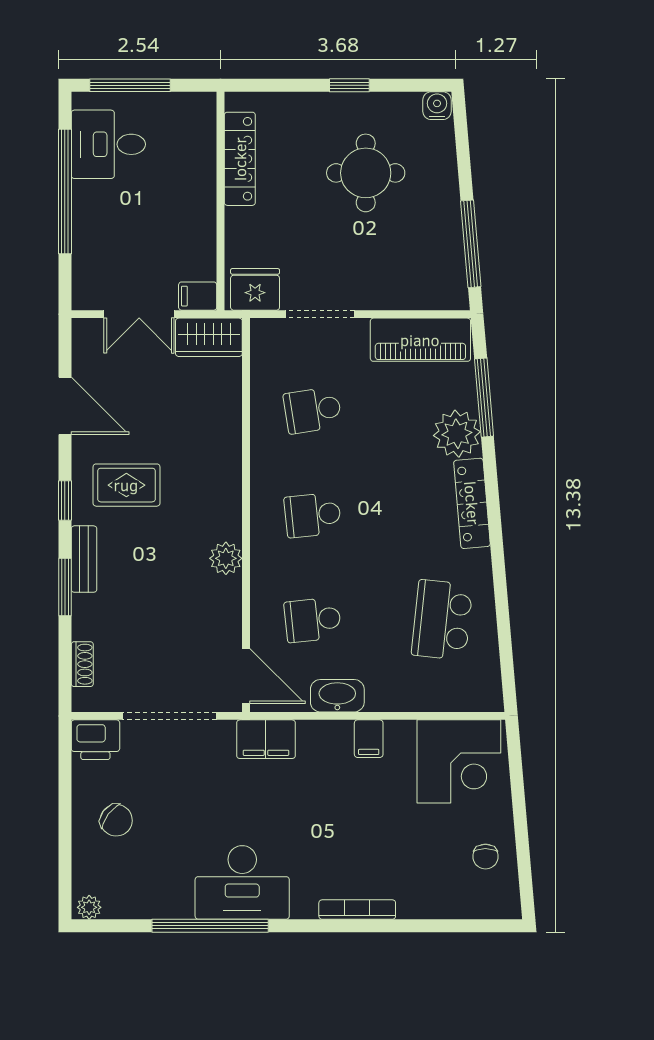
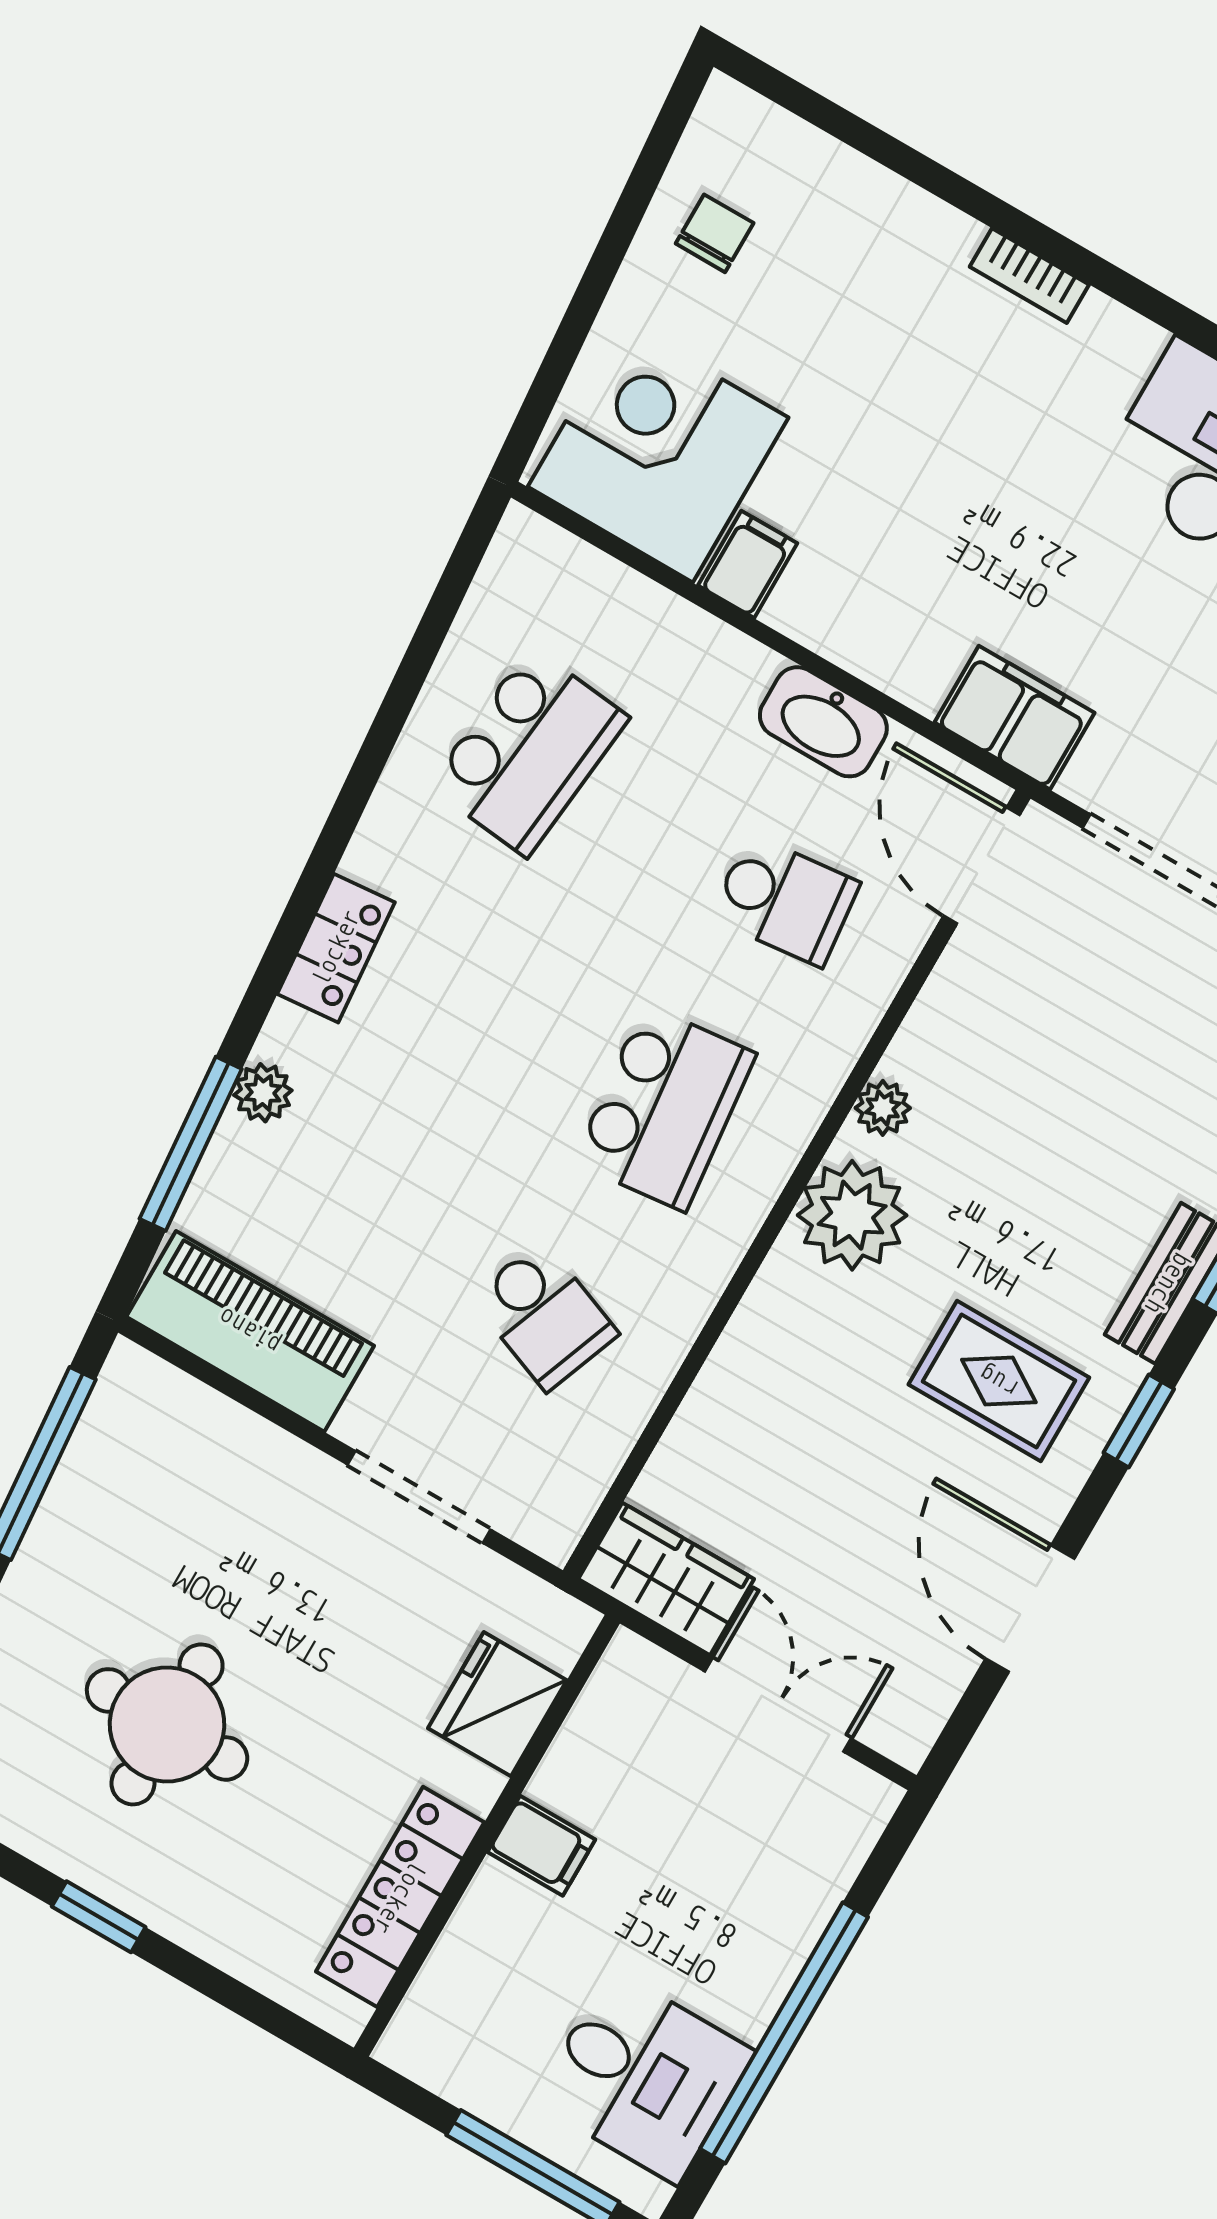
fridge: (255, 289) -> (497, 1704), moved, turned 90
filing cabinet: (198, 296) -> (541, 1846), moved
school desk: (313, 410) -> (544, 1316), turned 30
plant: (457, 434) -> (263, 1093), width x0.53, depth x0.53
locker: (472, 503) -> (336, 948), width x0.66
school desk: (313, 515) -> (665, 1108), width x1.85
plant: (218, 516) -> (852, 1215), added
plant: (226, 558) -> (883, 1108), width x0.73, depth x0.73
filing cabinet: (369, 739) -> (748, 564), moved
bookcase: (357, 910) -> (1029, 276), width x0.64

